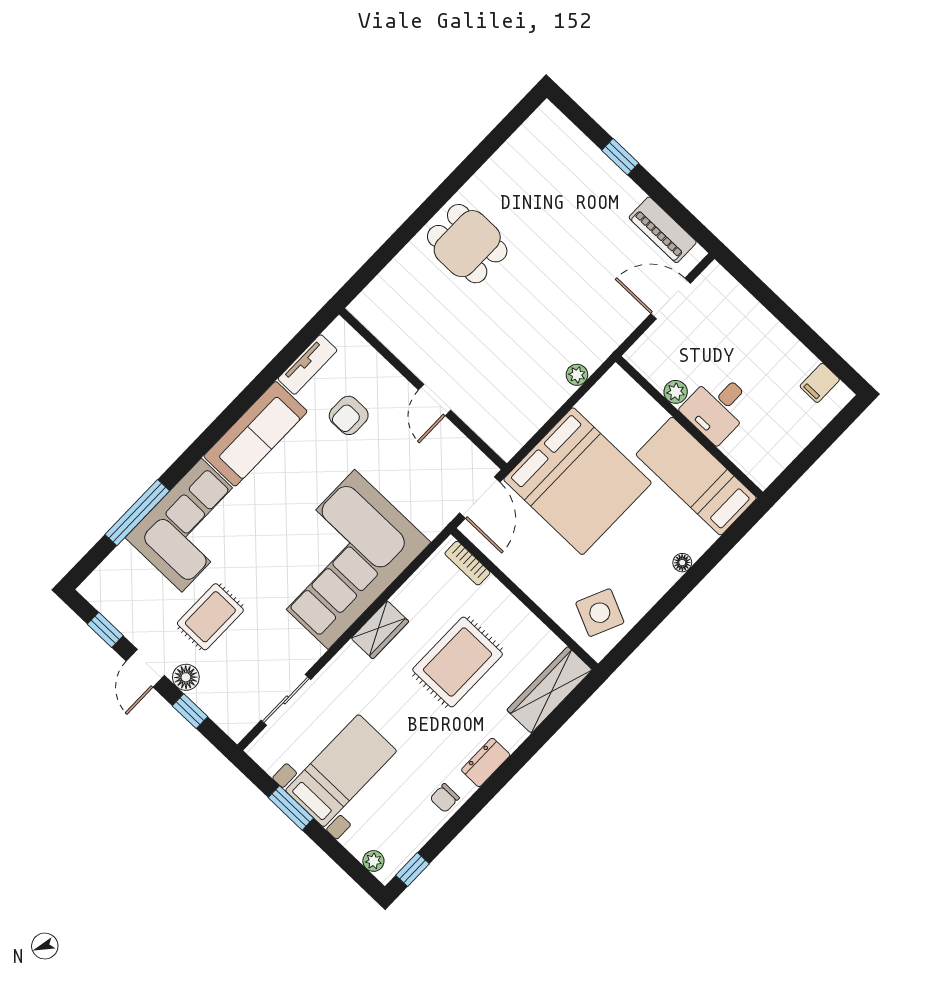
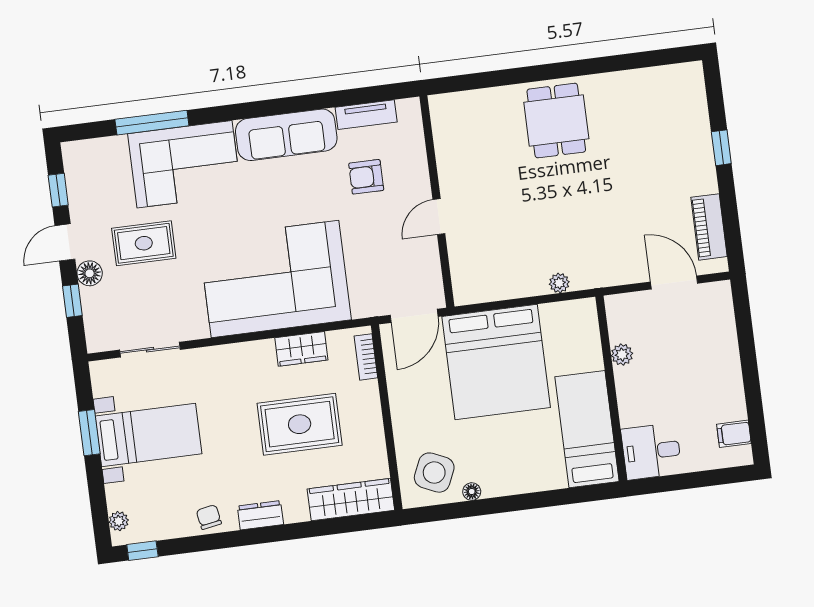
desk: (718, 407) -> (651, 451), moved
floor lamp: (682, 563) -> (472, 492), moved
wardrobe: (380, 630) -> (301, 349), moved
chair: (445, 798) -> (209, 517), turned 80

